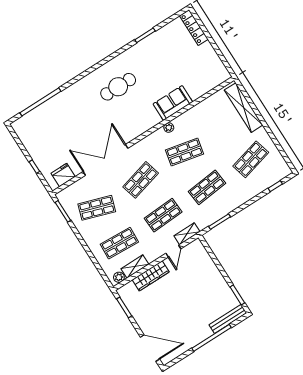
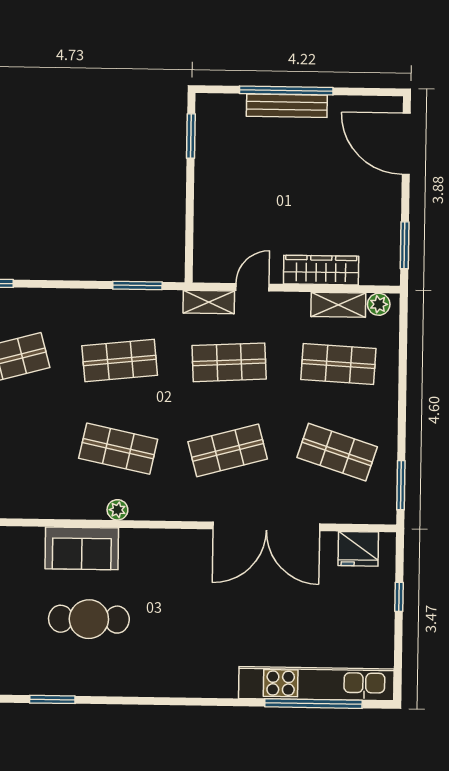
cafe table: (118, 87) -> (89, 619), moved
kitchen unit: (45, 111) -> (316, 684), added
bench: (228, 319) -> (287, 106), moved

